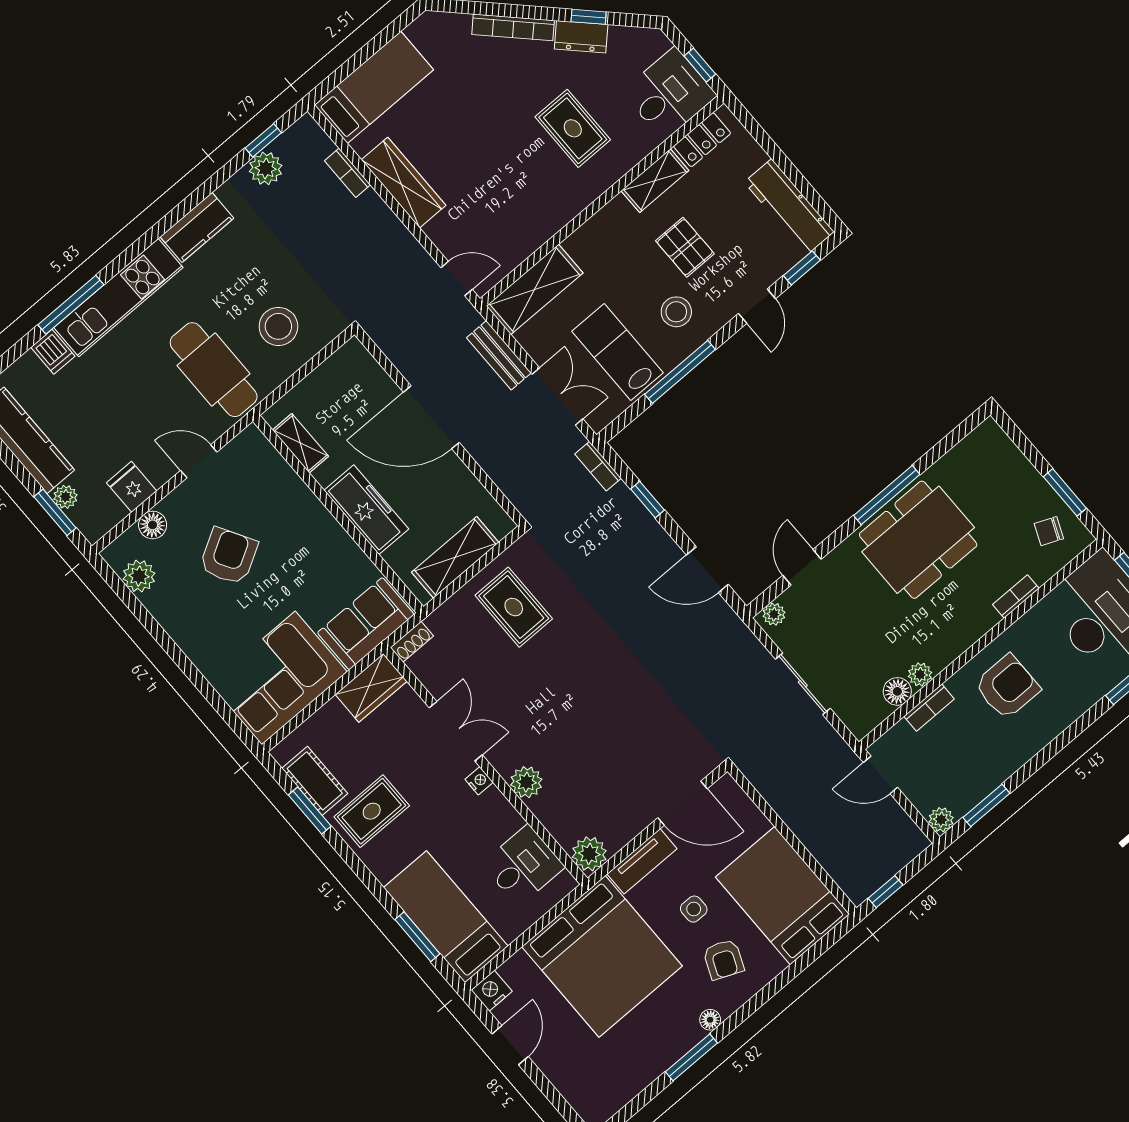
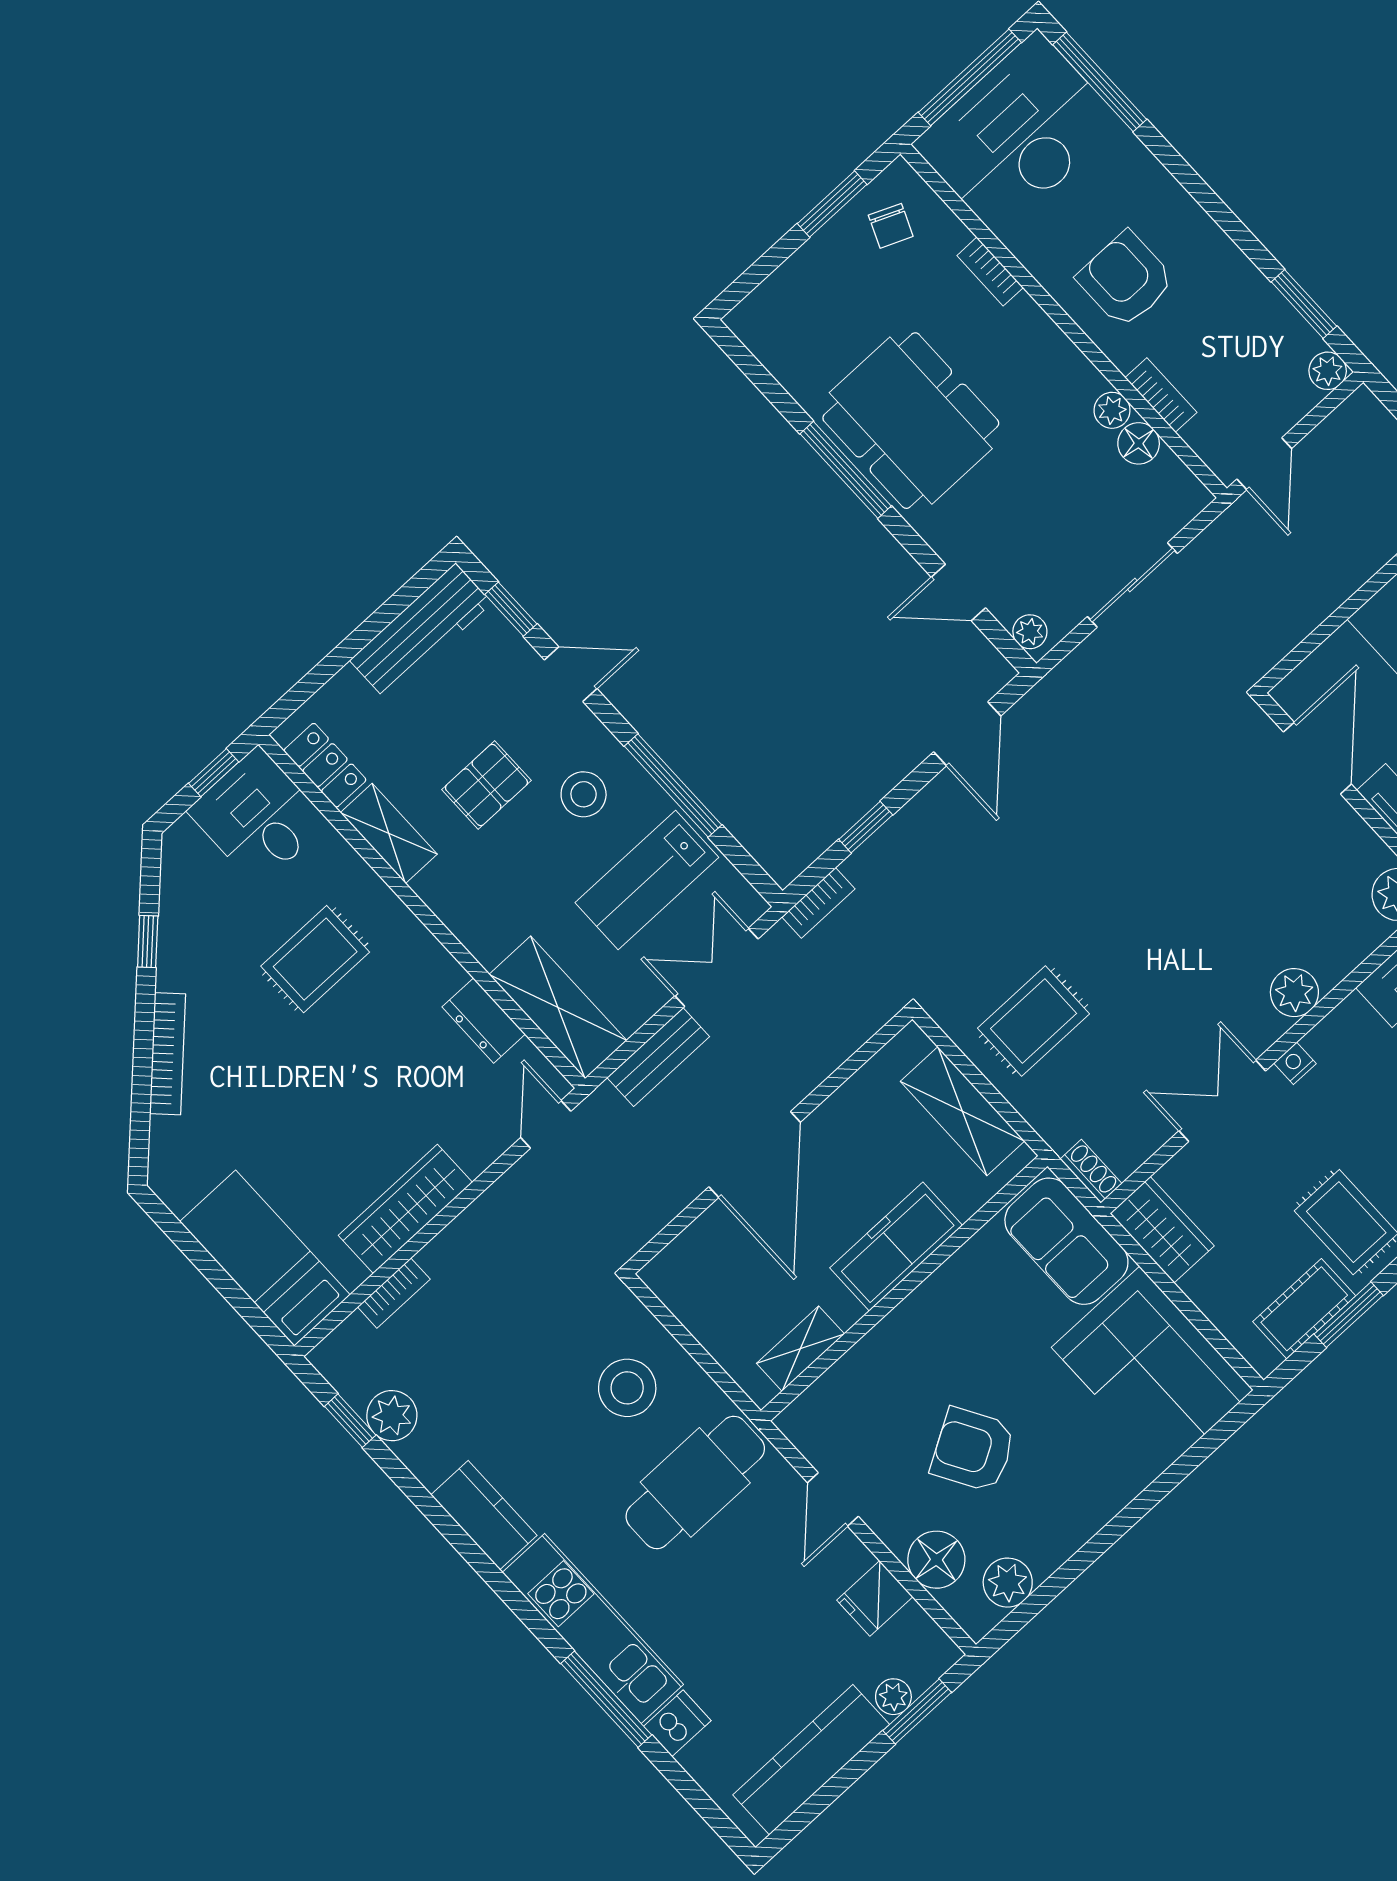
dresser: (581, 37) -> (484, 1021), moved, turned 135
floor lamp: (153, 525) -> (936, 1560), width x1.38, depth x1.38

